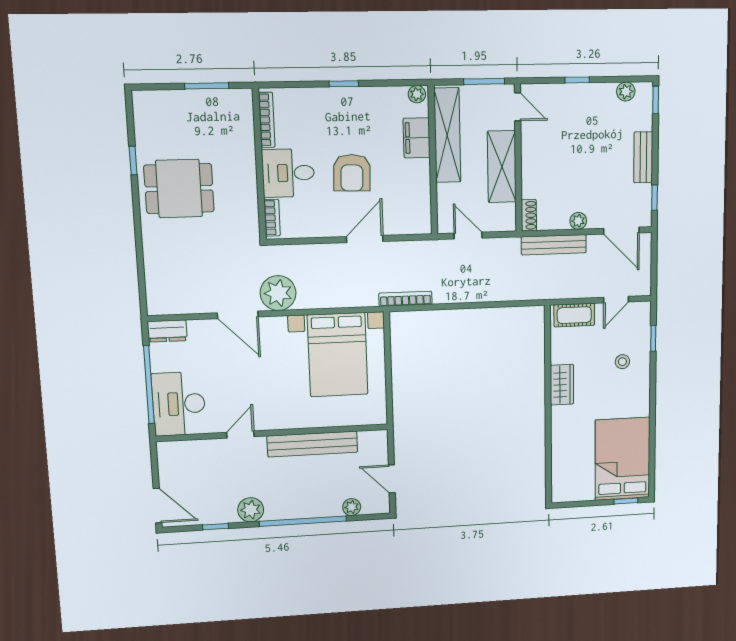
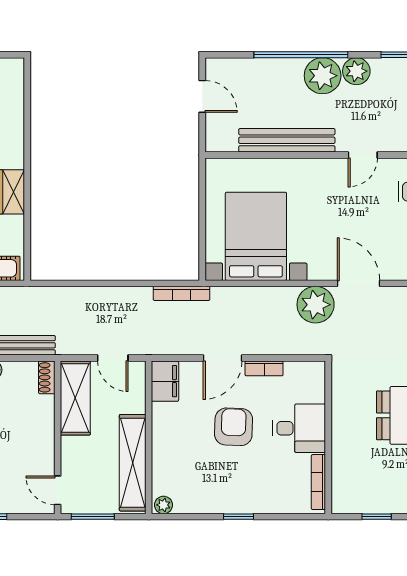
window: (207, 86) -> (377, 517), width x0.67
filing cabinet: (417, 138) -> (165, 381), moved
shelving: (502, 167) -> (75, 398), moved
bookcase: (272, 218) -> (264, 368), moved, turned -90
plant: (352, 507) -> (323, 76), moved, width x1.88, depth x1.88

